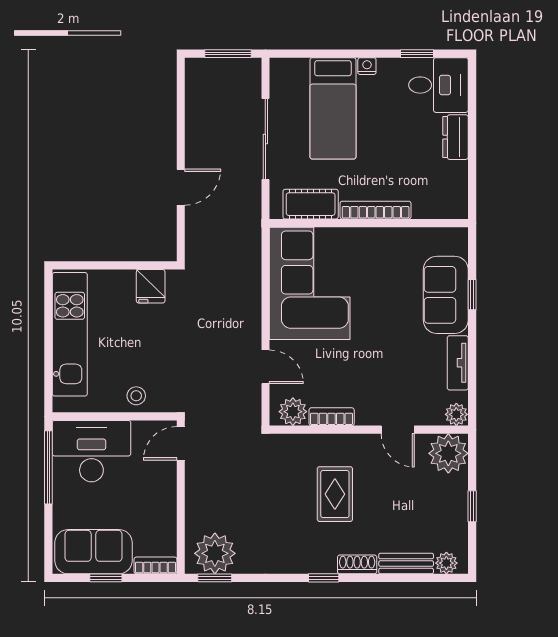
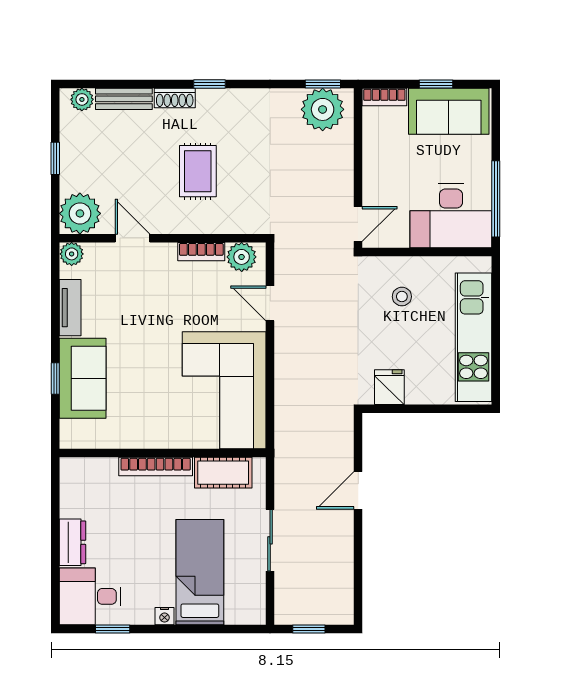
window: (228, 54) -> (309, 629), width x0.67
sliding door: (265, 139) -> (270, 540), width x0.73
stool: (136, 396) -> (402, 297), moved

